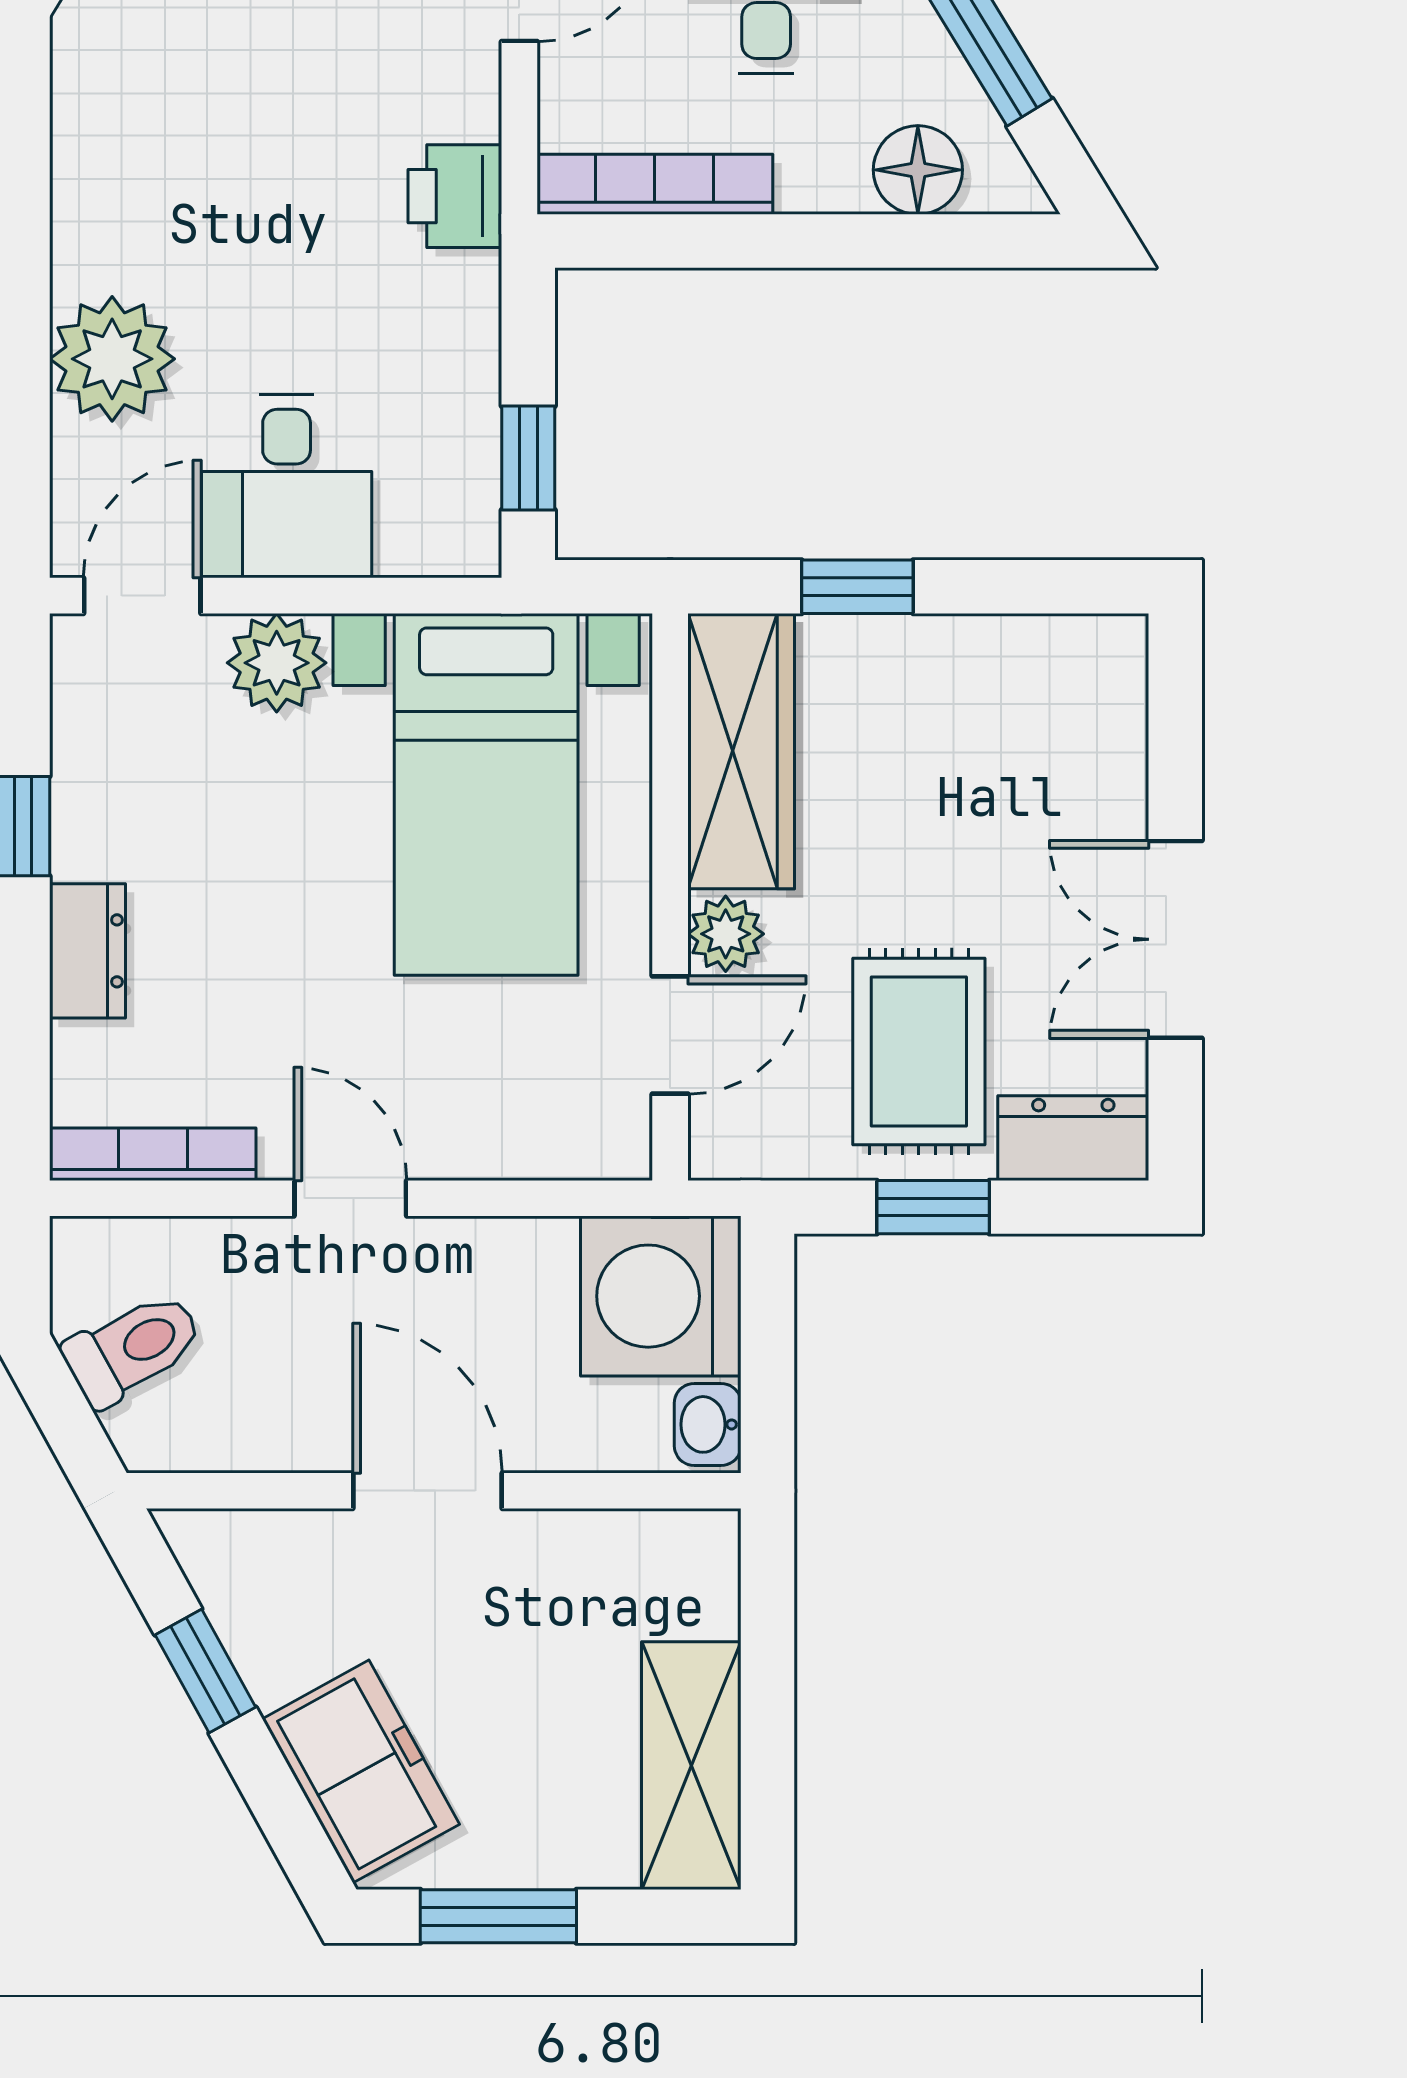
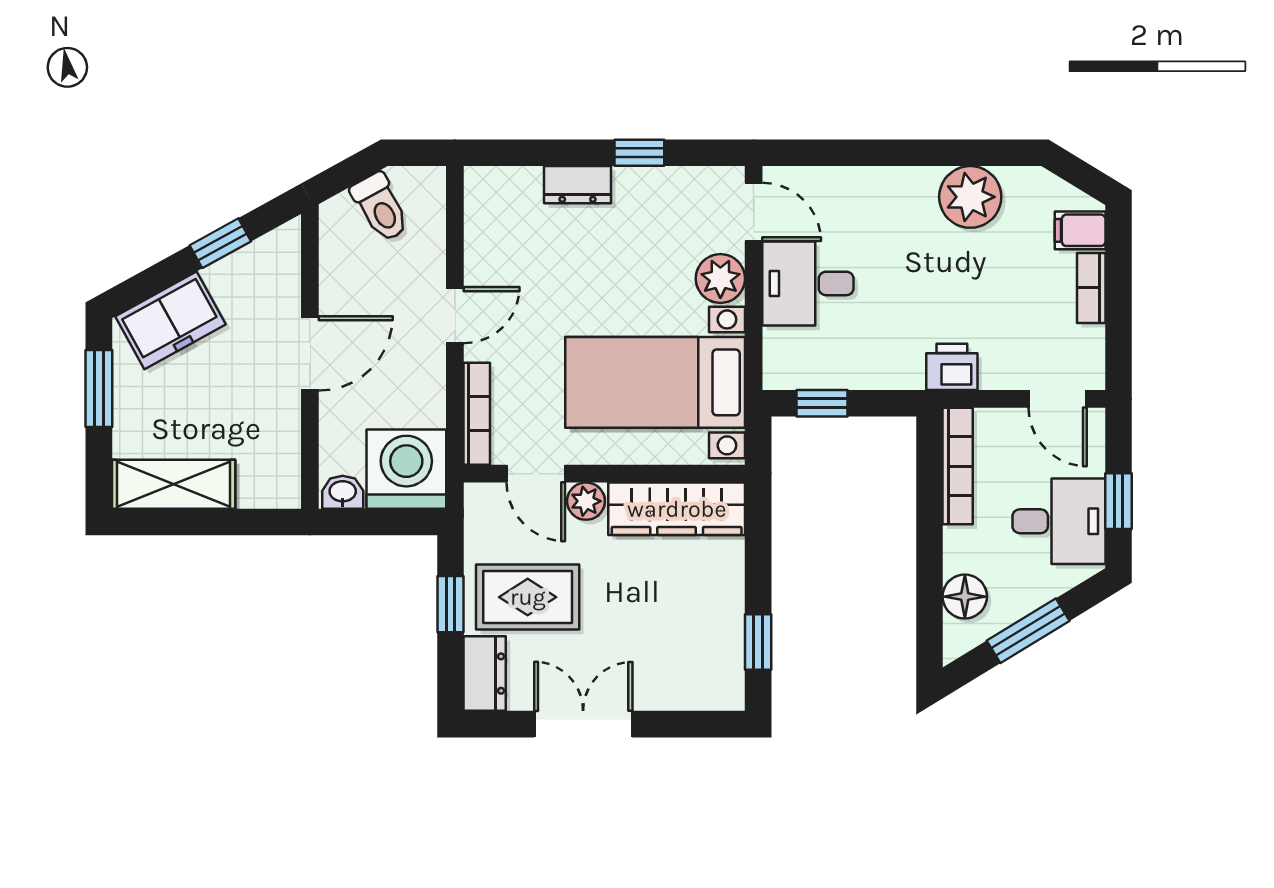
plant: (112, 359) -> (970, 197), moved
window: (857, 587) -> (758, 642), moved
bookcase: (153, 1154) -> (477, 414), moved

